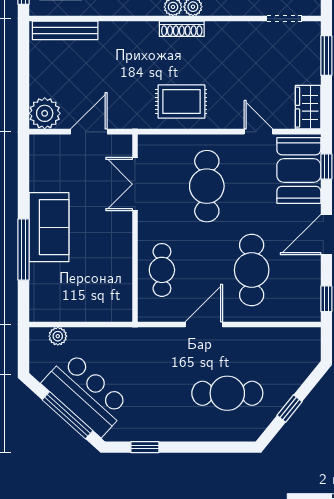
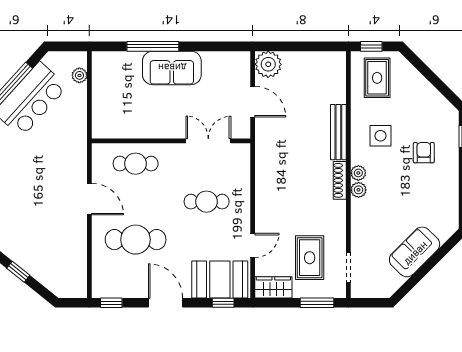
bench: (65, 30) -> (338, 132), moved
rug: (181, 102) -> (310, 258), moved
cafe table: (207, 186) -> (207, 202), width x0.73, depth x0.74
cafe table: (227, 393) -> (31, 219), removed

